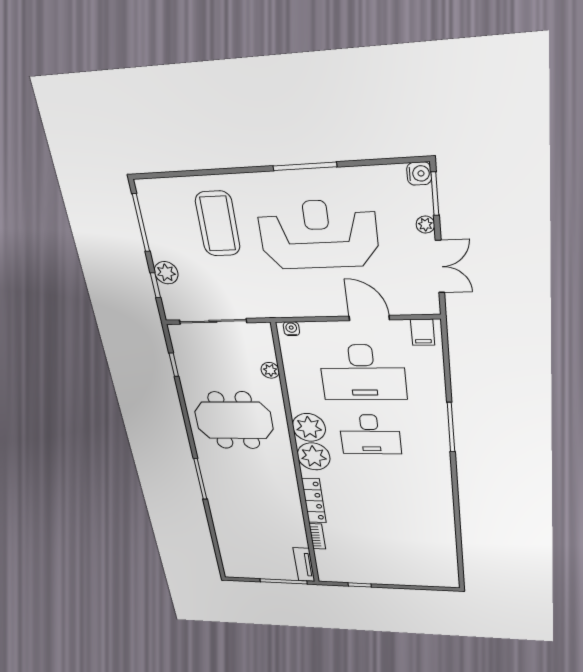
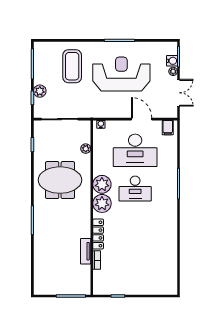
water cooler: (419, 174) -> (172, 61), moved
tv unit: (304, 565) -> (86, 251), moved

